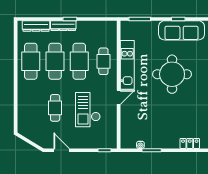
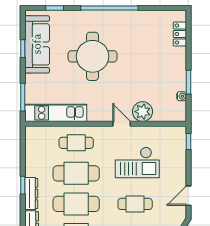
kitchen unit: (127, 65) -> (56, 113), moved
plant: (128, 114) -> (142, 112), added

